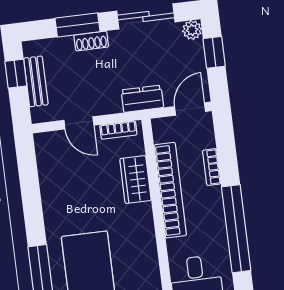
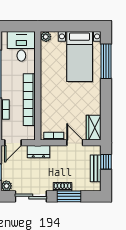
window: (16, 74) -> (106, 162), moved
wardrobe: (135, 180) -> (94, 128), moved, turned 180

